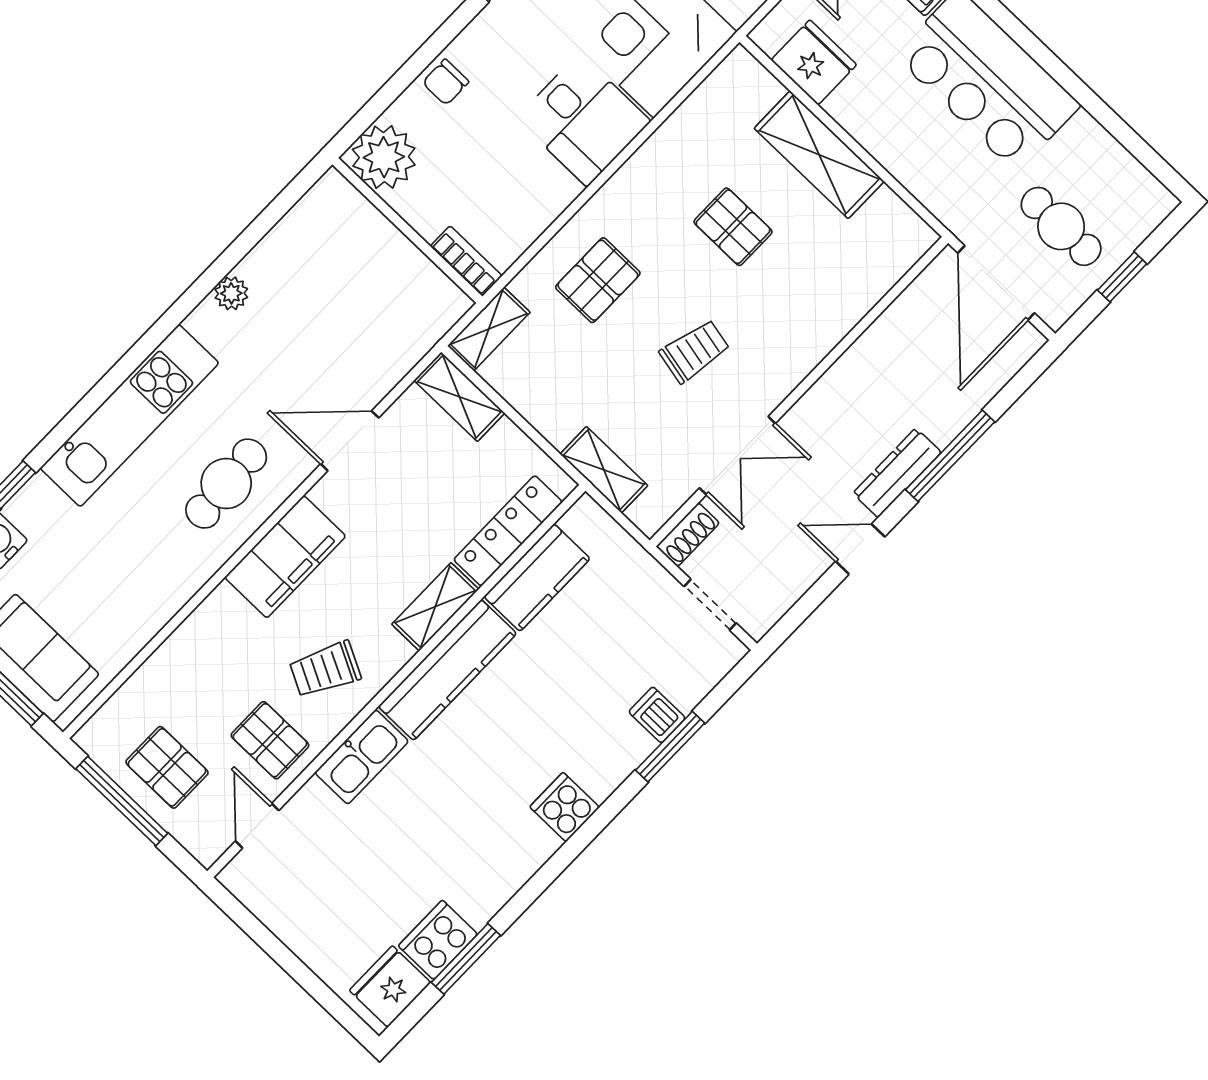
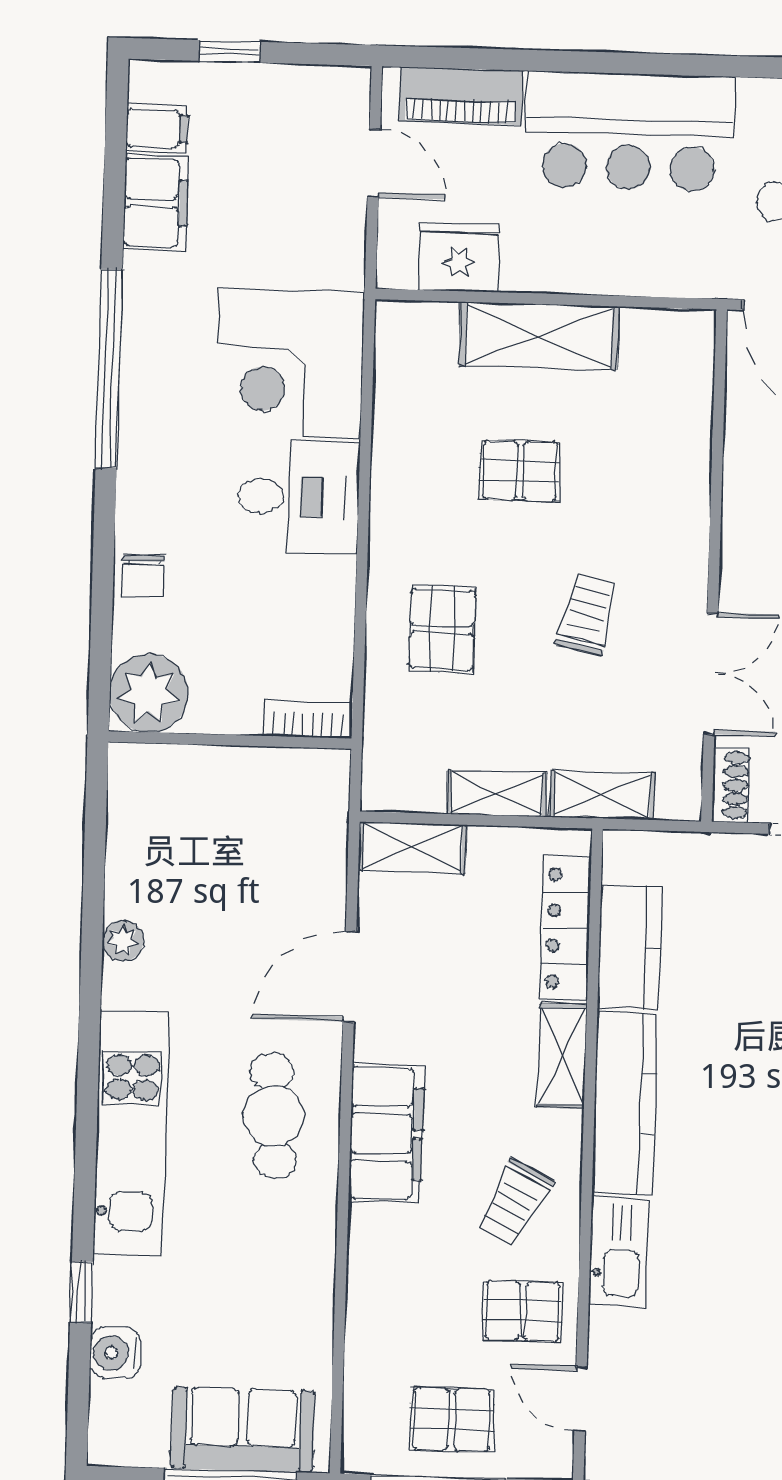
shelving: (489, 329) -> (497, 793), moved, turned 90

